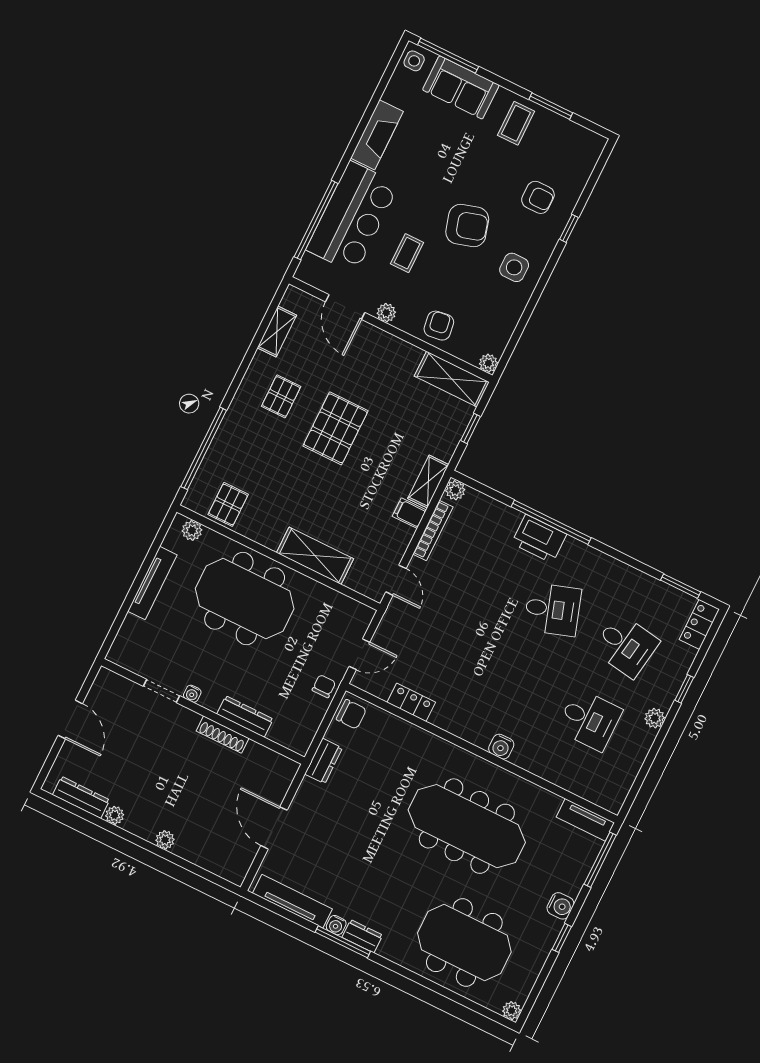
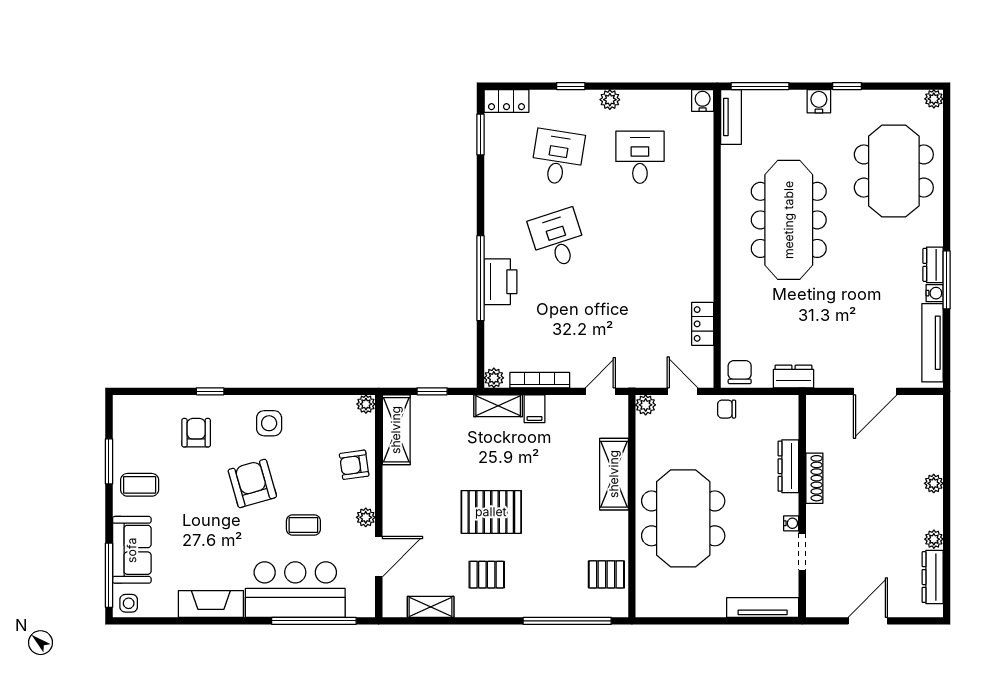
plant: (192, 530) -> (646, 405), moved
tv unit: (152, 583) -> (763, 608), moved
water cooler: (501, 747) -> (703, 101), moved, turned -90

